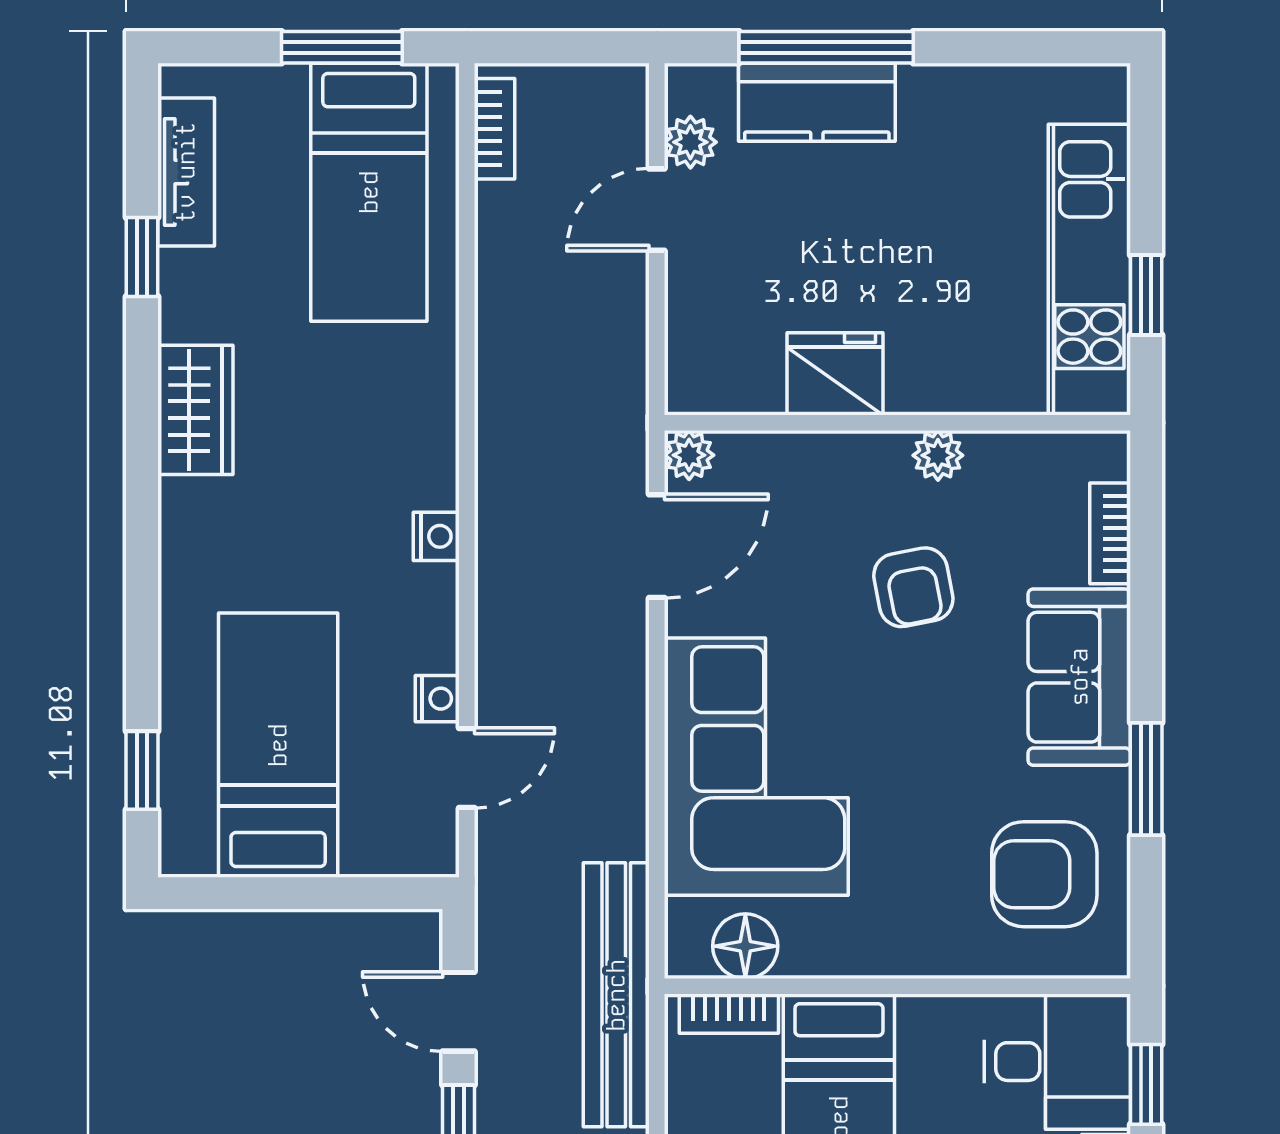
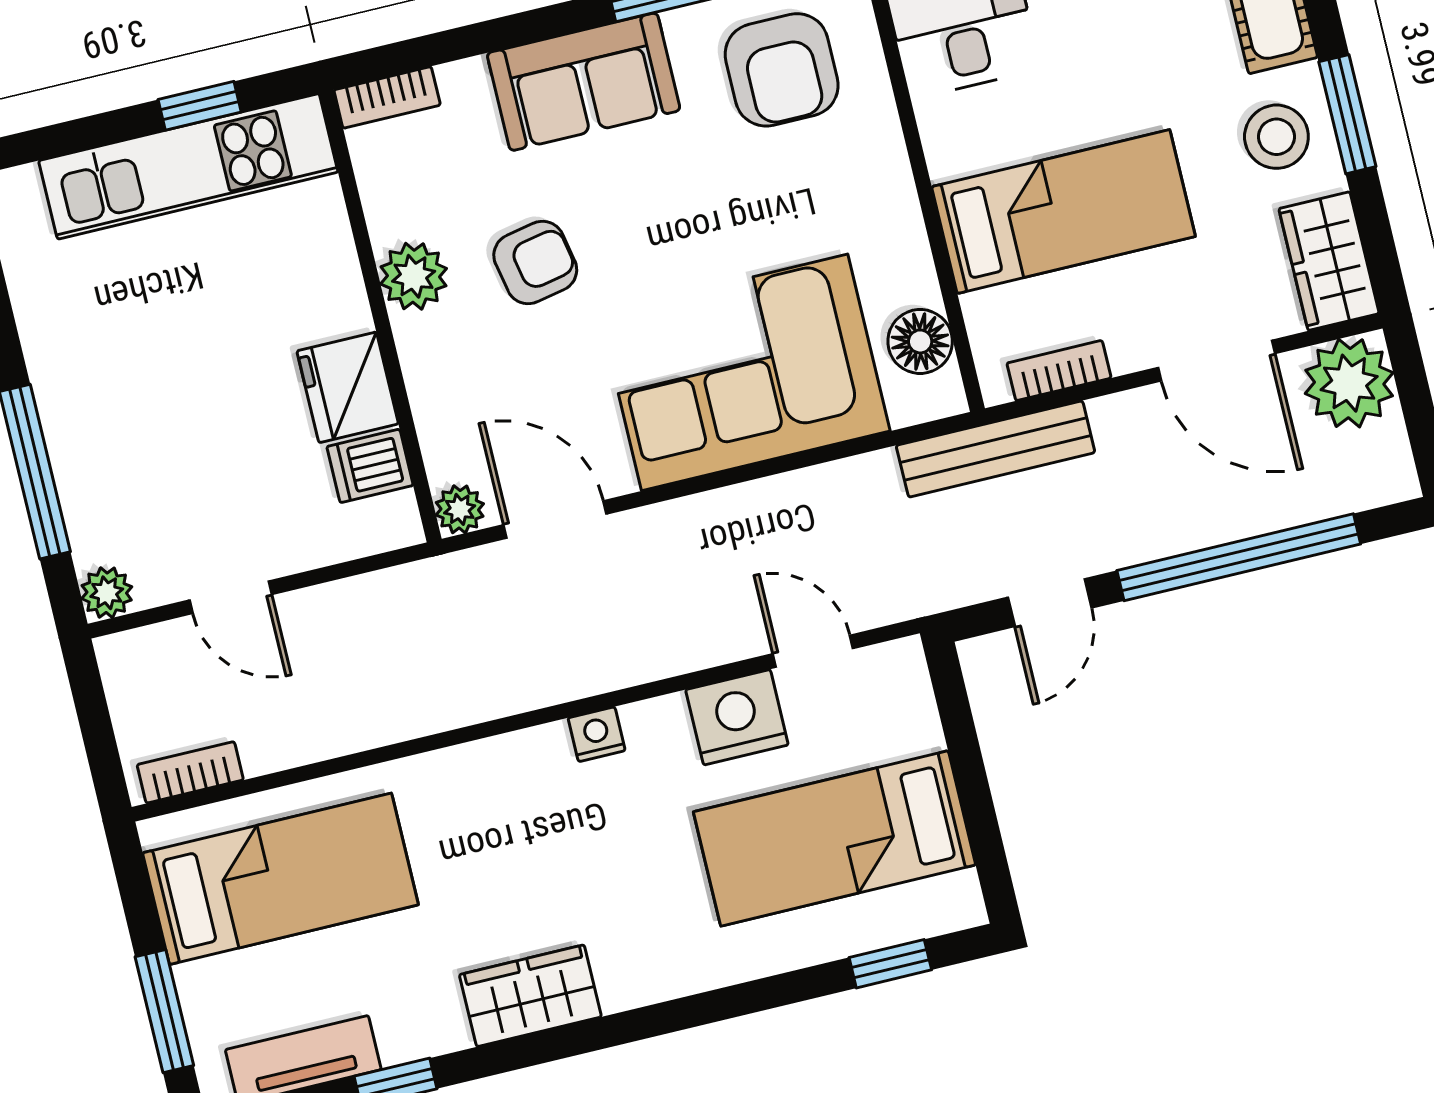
window: (342, 47) -> (164, 1011), moved
kitchen counter: (817, 102) -> (90, 468), removed
plant: (690, 142) -> (107, 593), moved
dishwasher: (753, 377) -> (370, 466), added
plant: (938, 455) -> (414, 276), width x1.38, depth x1.38
bookcase: (1110, 533) -> (387, 97), moved
nightstand: (437, 699) -> (737, 717), width x1.89, depth x1.79
bench: (616, 995) -> (996, 449), width x0.73, depth x0.82
bookcase: (729, 1014) -> (1059, 371), moved, turned -90

